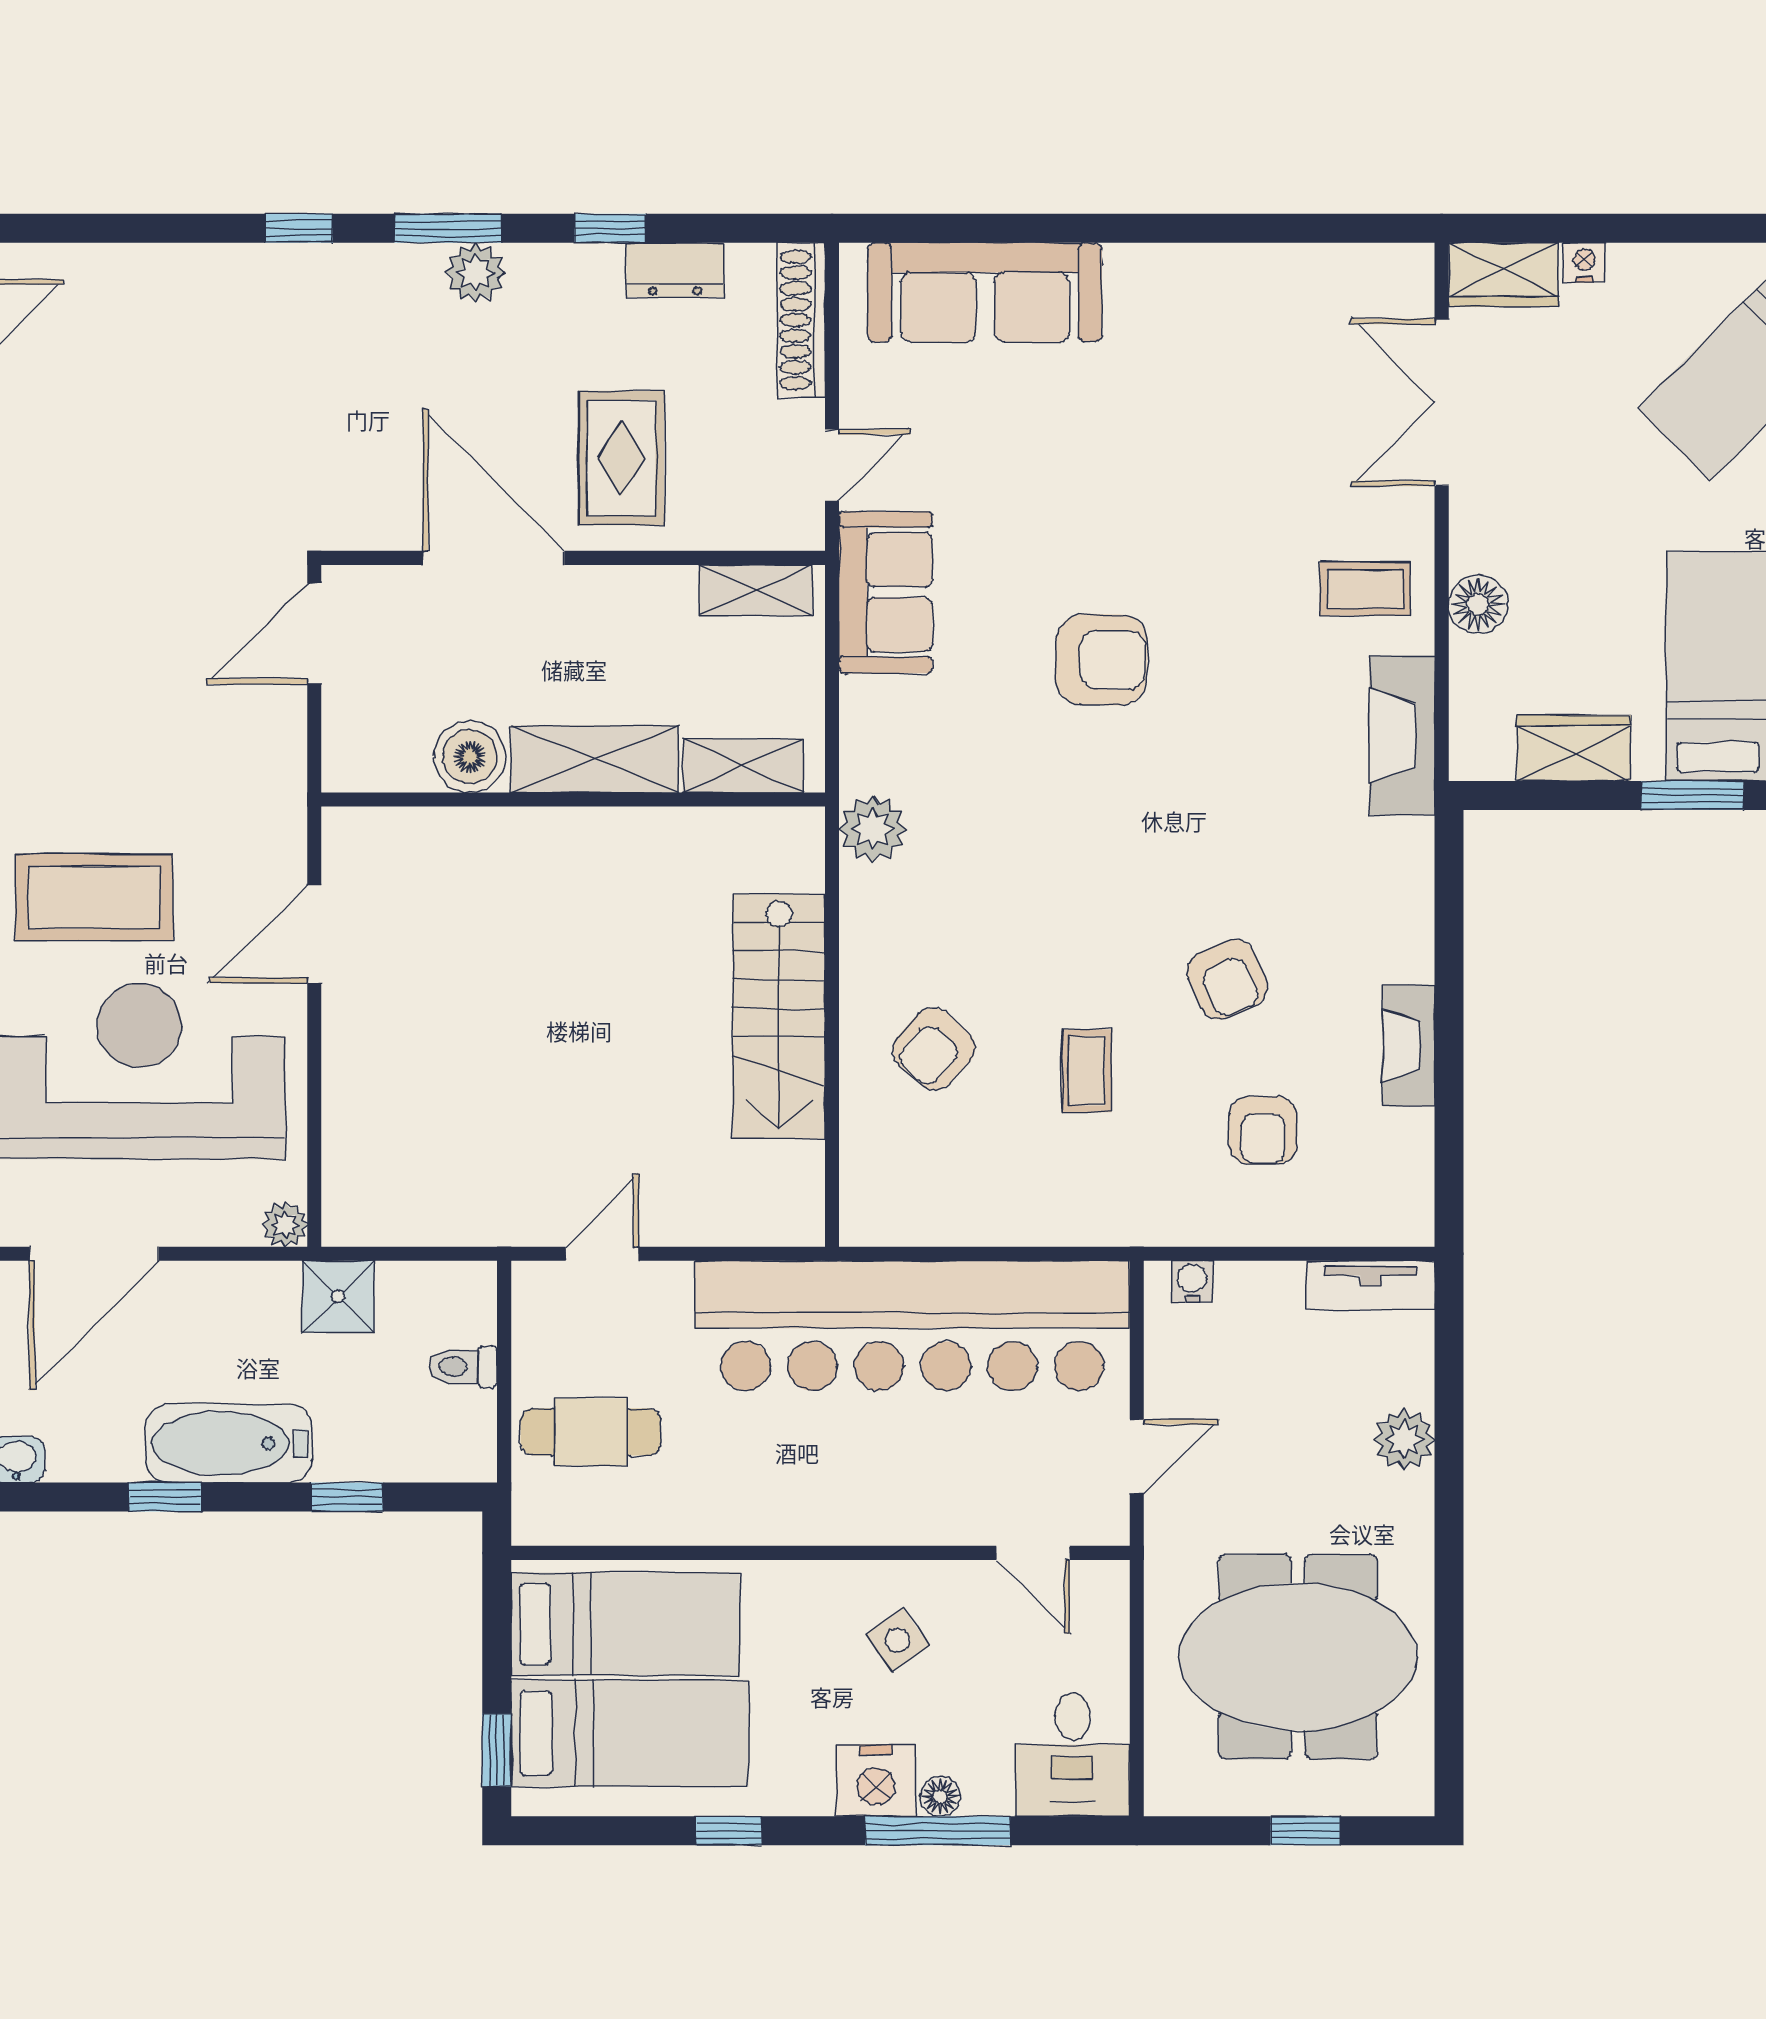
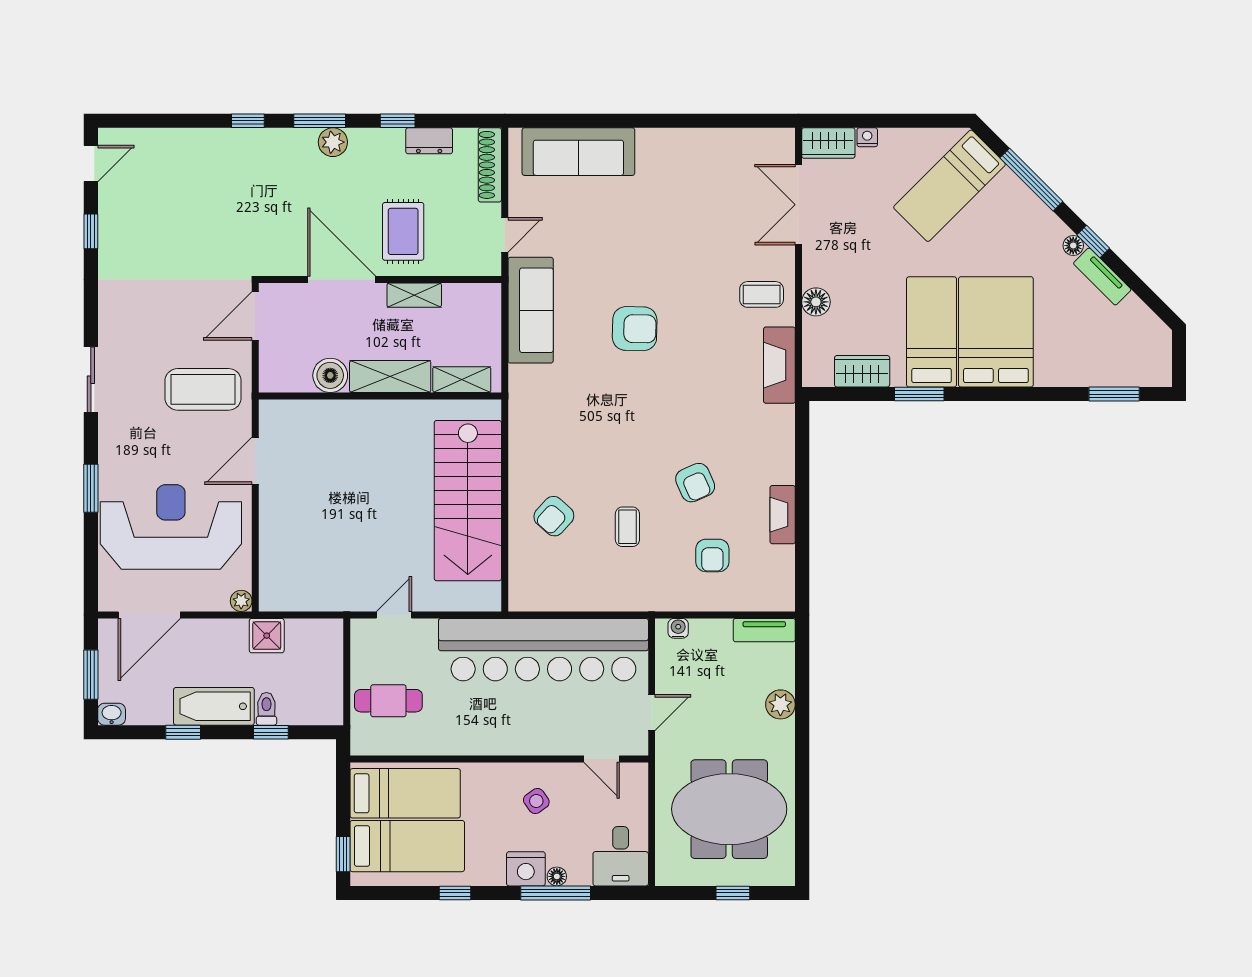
shelving: (756, 590) -> (414, 295), moved
sofa: (886, 592) -> (531, 310), width x1.36
plant: (873, 829) -> (524, 410), removed
coffee table: (94, 897) -> (203, 389), moved
stairs: (779, 1017) -> (468, 501), width x1.36, depth x1.51
toilet: (463, 1367) -> (266, 709), moved, turned 90

